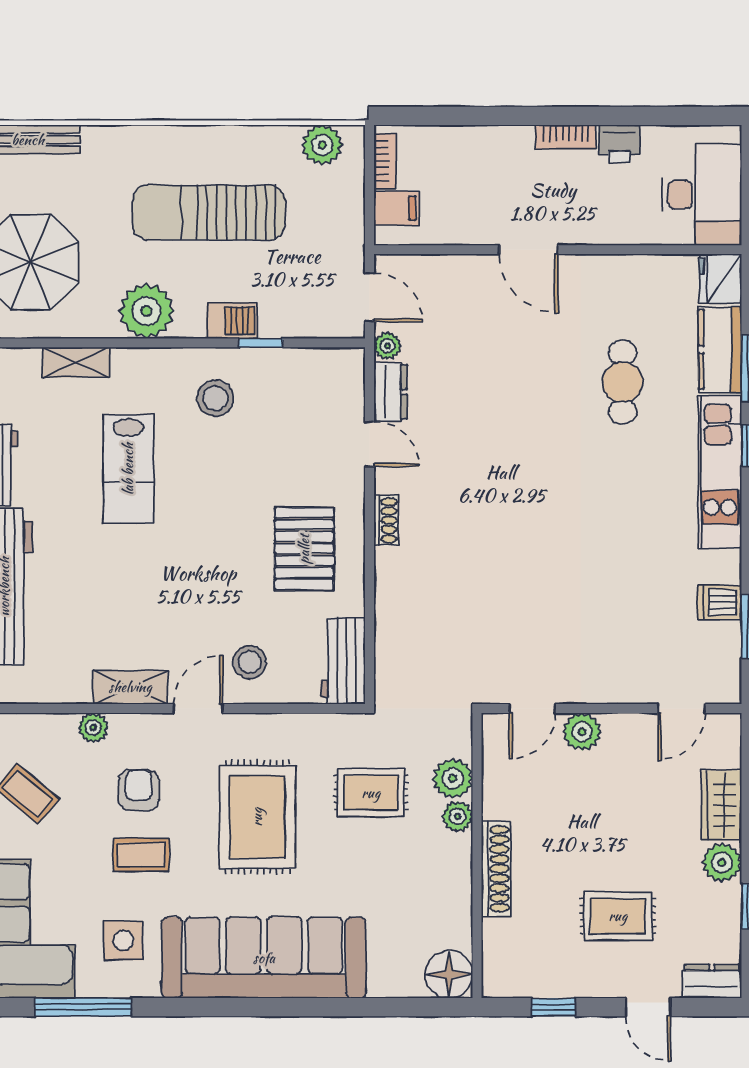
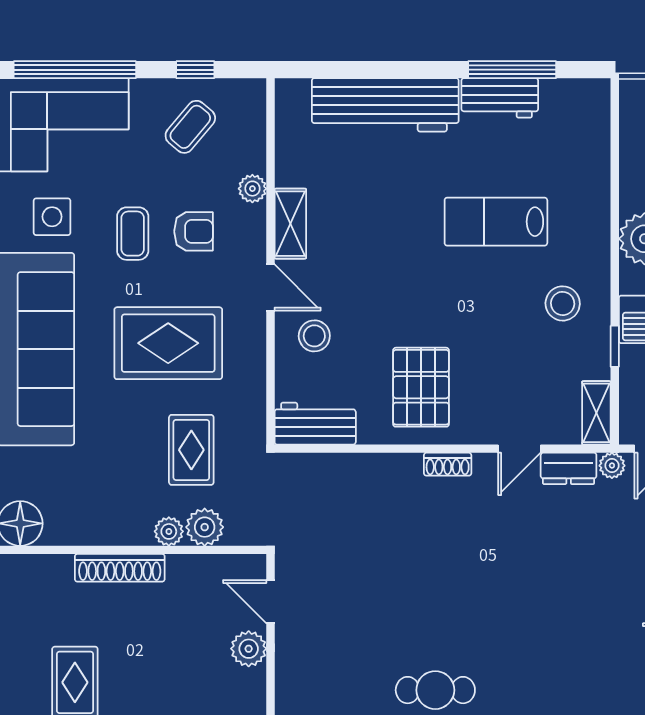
shelving: (76, 362) -> (596, 413), moved
cafe table: (623, 382) -> (435, 690), moved
pallet: (304, 549) -> (421, 387), turned 90

